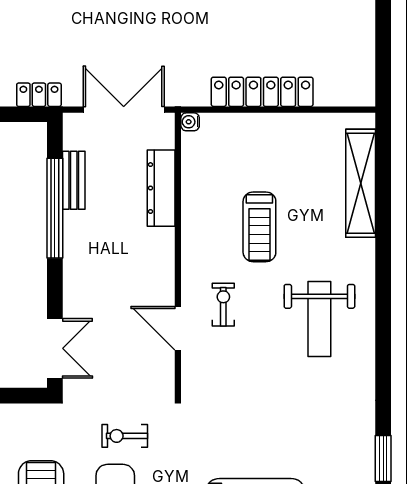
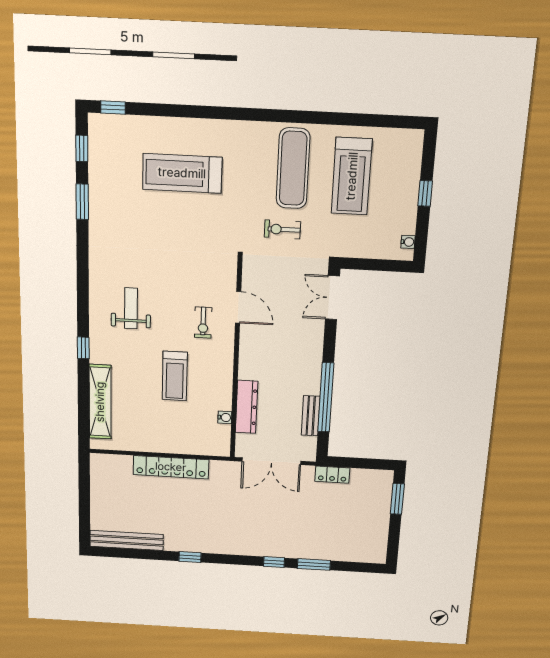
water cooler: (190, 122) -> (225, 417), moved
treadmill: (259, 227) -> (175, 376), turned 180
window: (383, 260) -> (83, 348), added
weight bench: (319, 319) -> (131, 308), width x0.73, depth x0.75
exercise bike: (125, 436) -> (282, 229), turned 180

